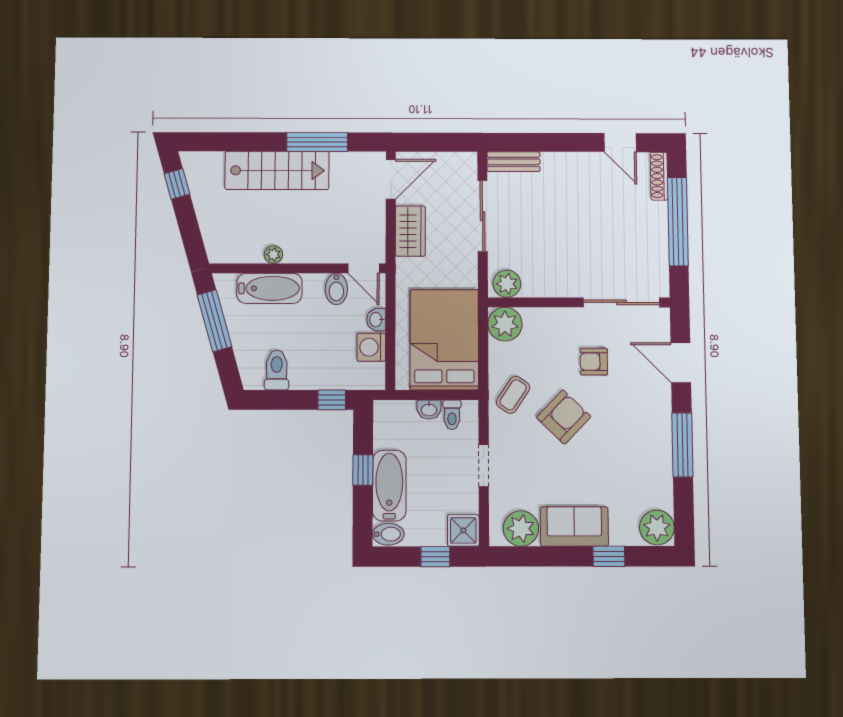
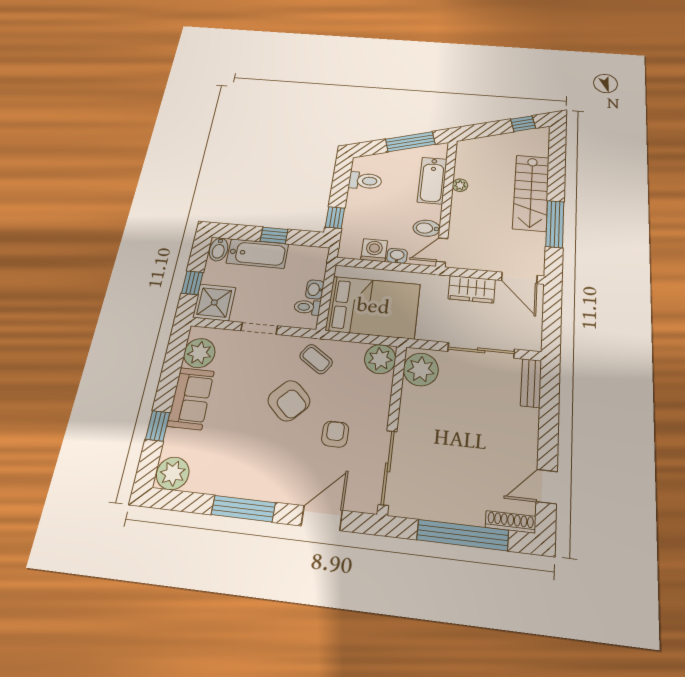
plant: (507, 284) -> (421, 369), width x1.36, depth x1.36
shower: (463, 530) -> (214, 302), width x1.36, depth x1.36

